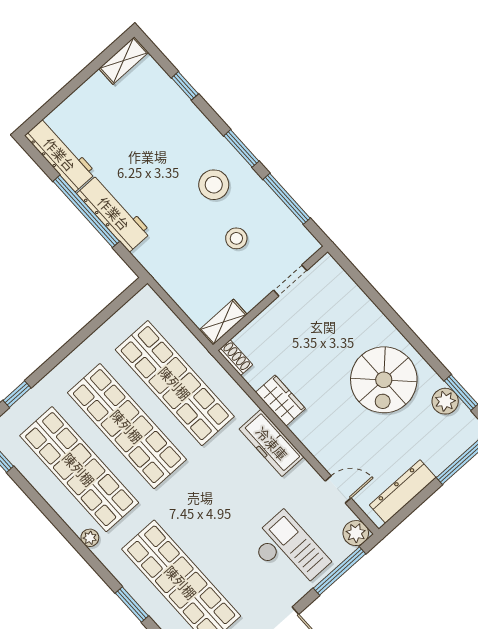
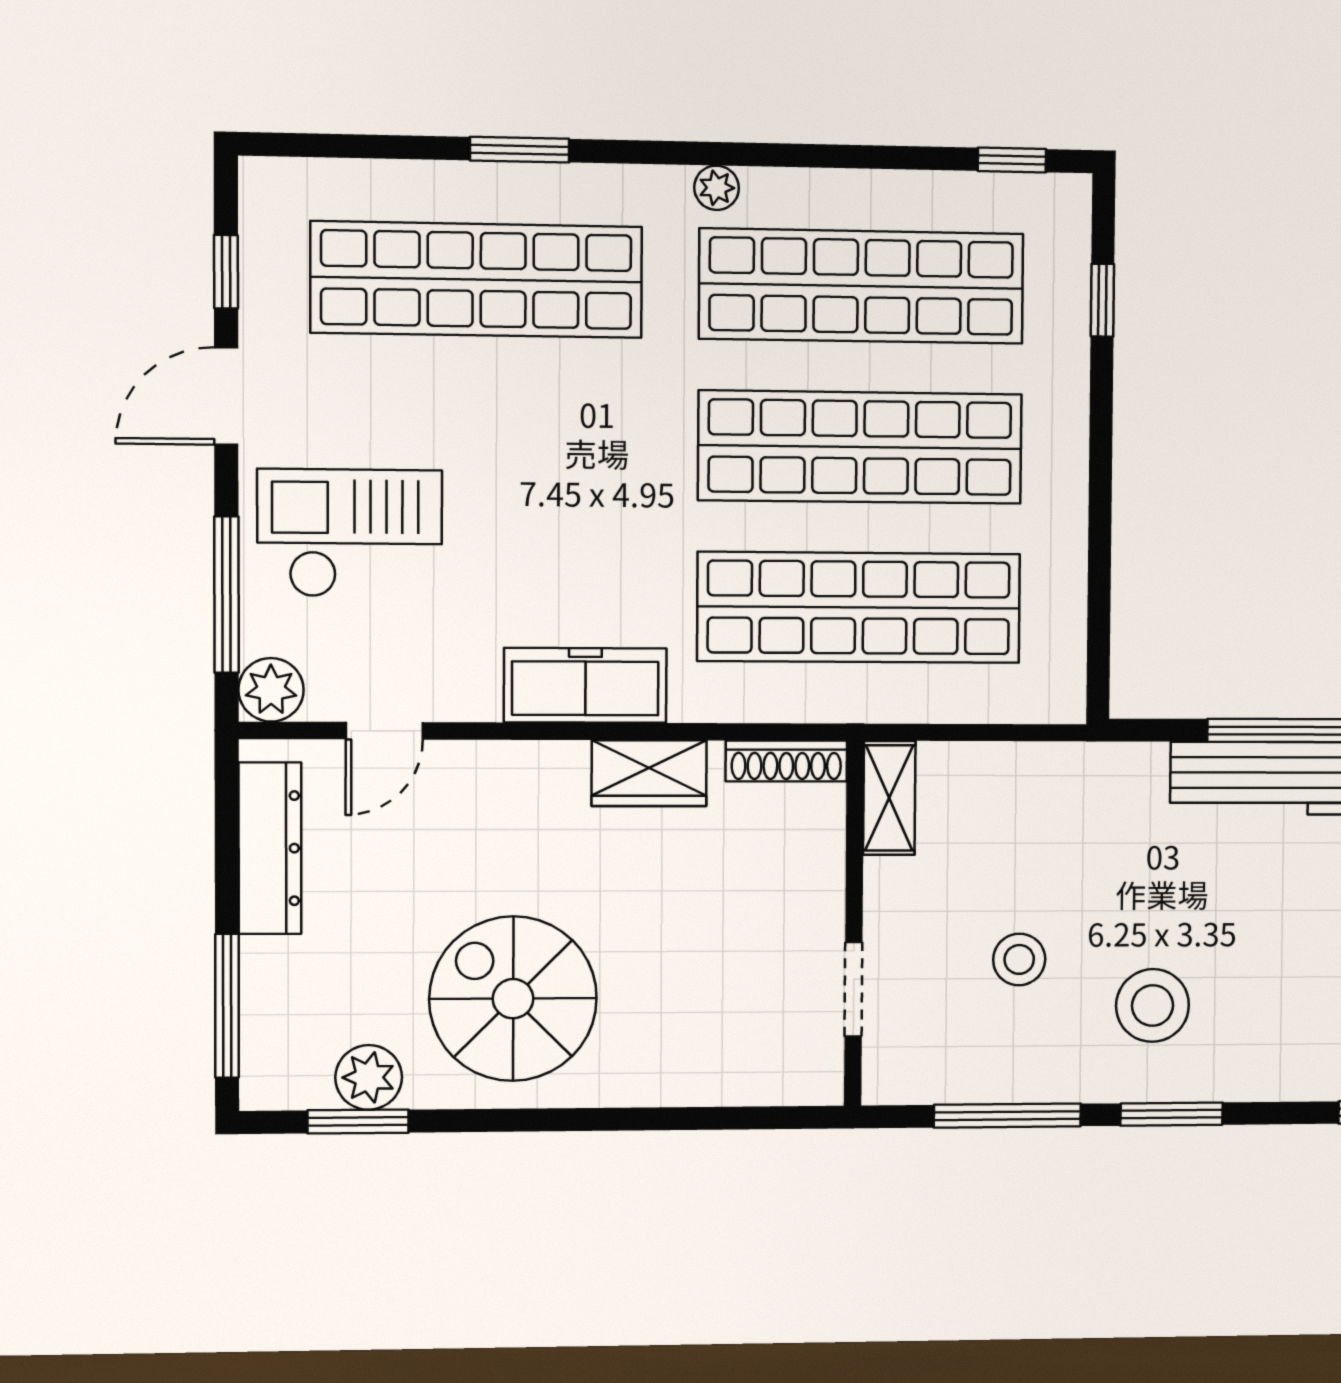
shoe rack: (235, 358) -> (786, 761), width x1.43
checkout: (289, 552) -> (350, 533), turned 180

